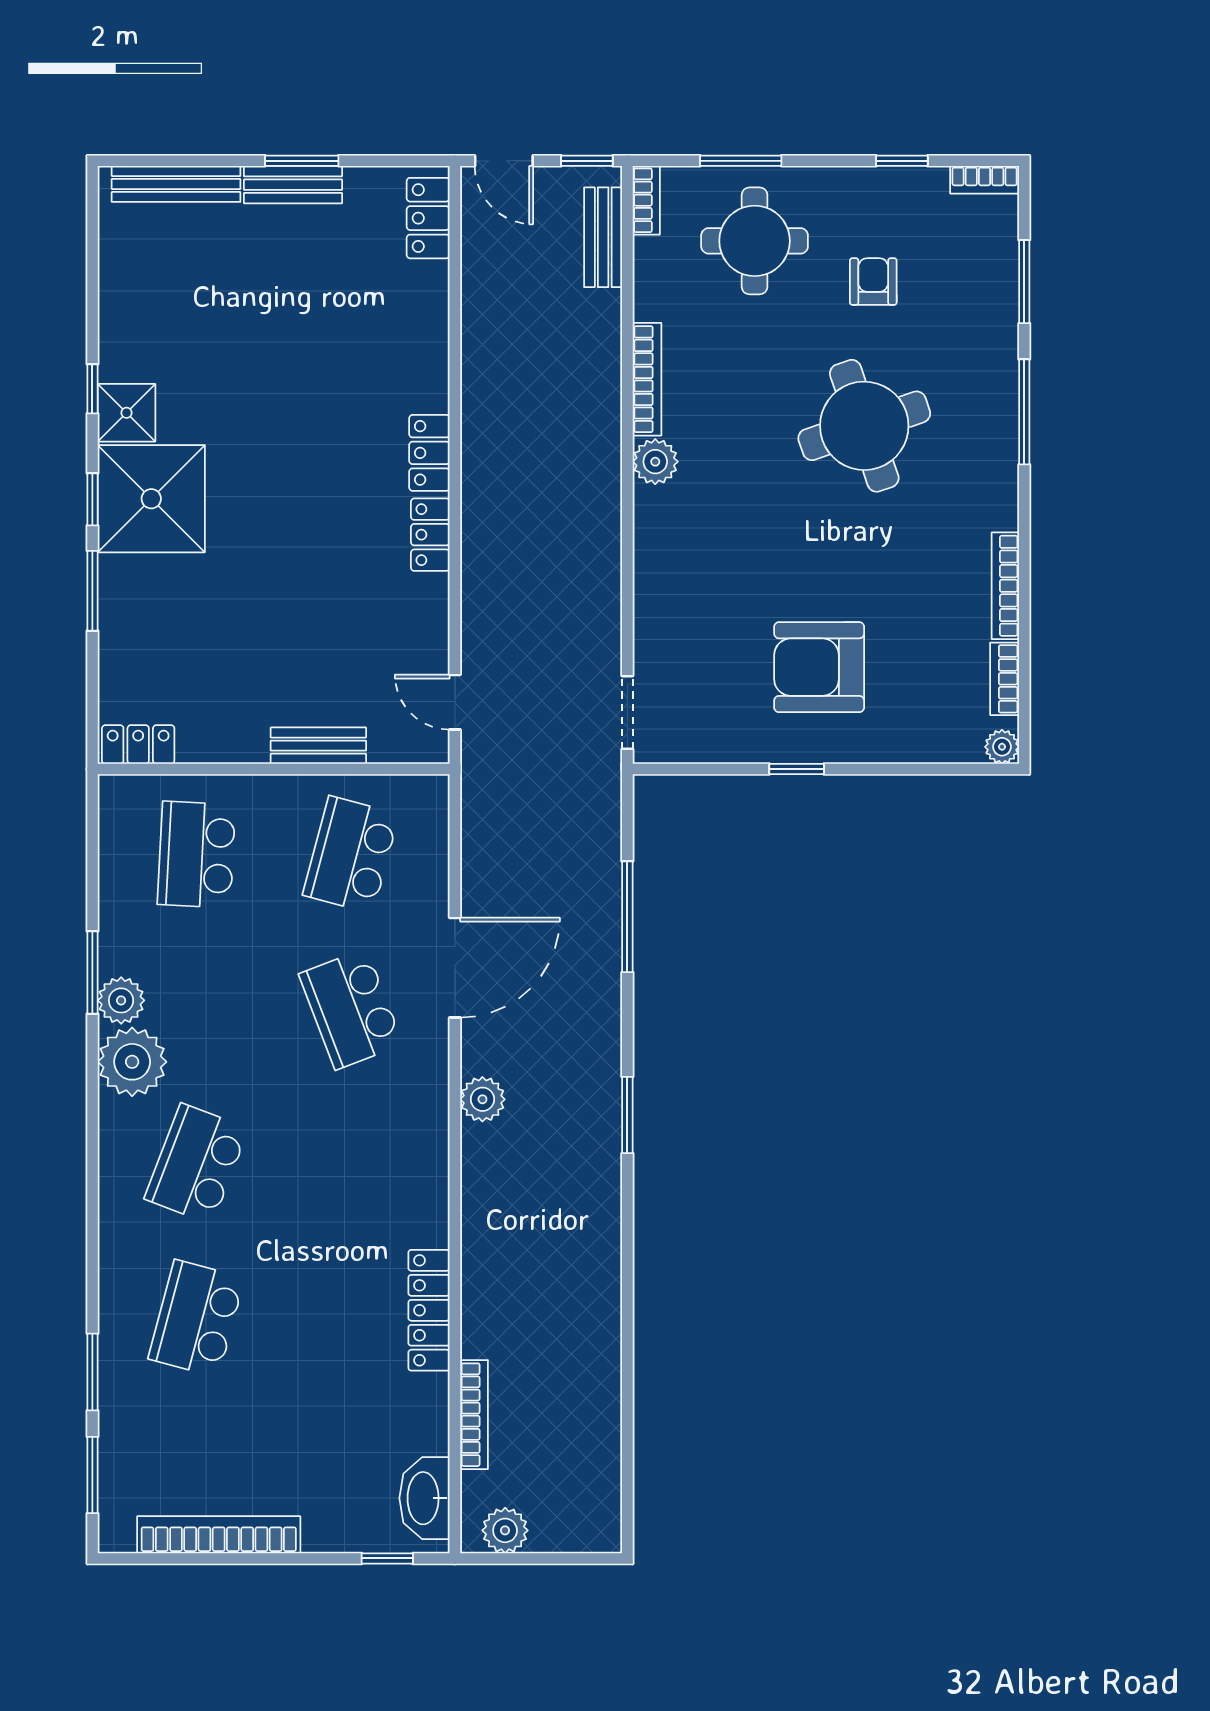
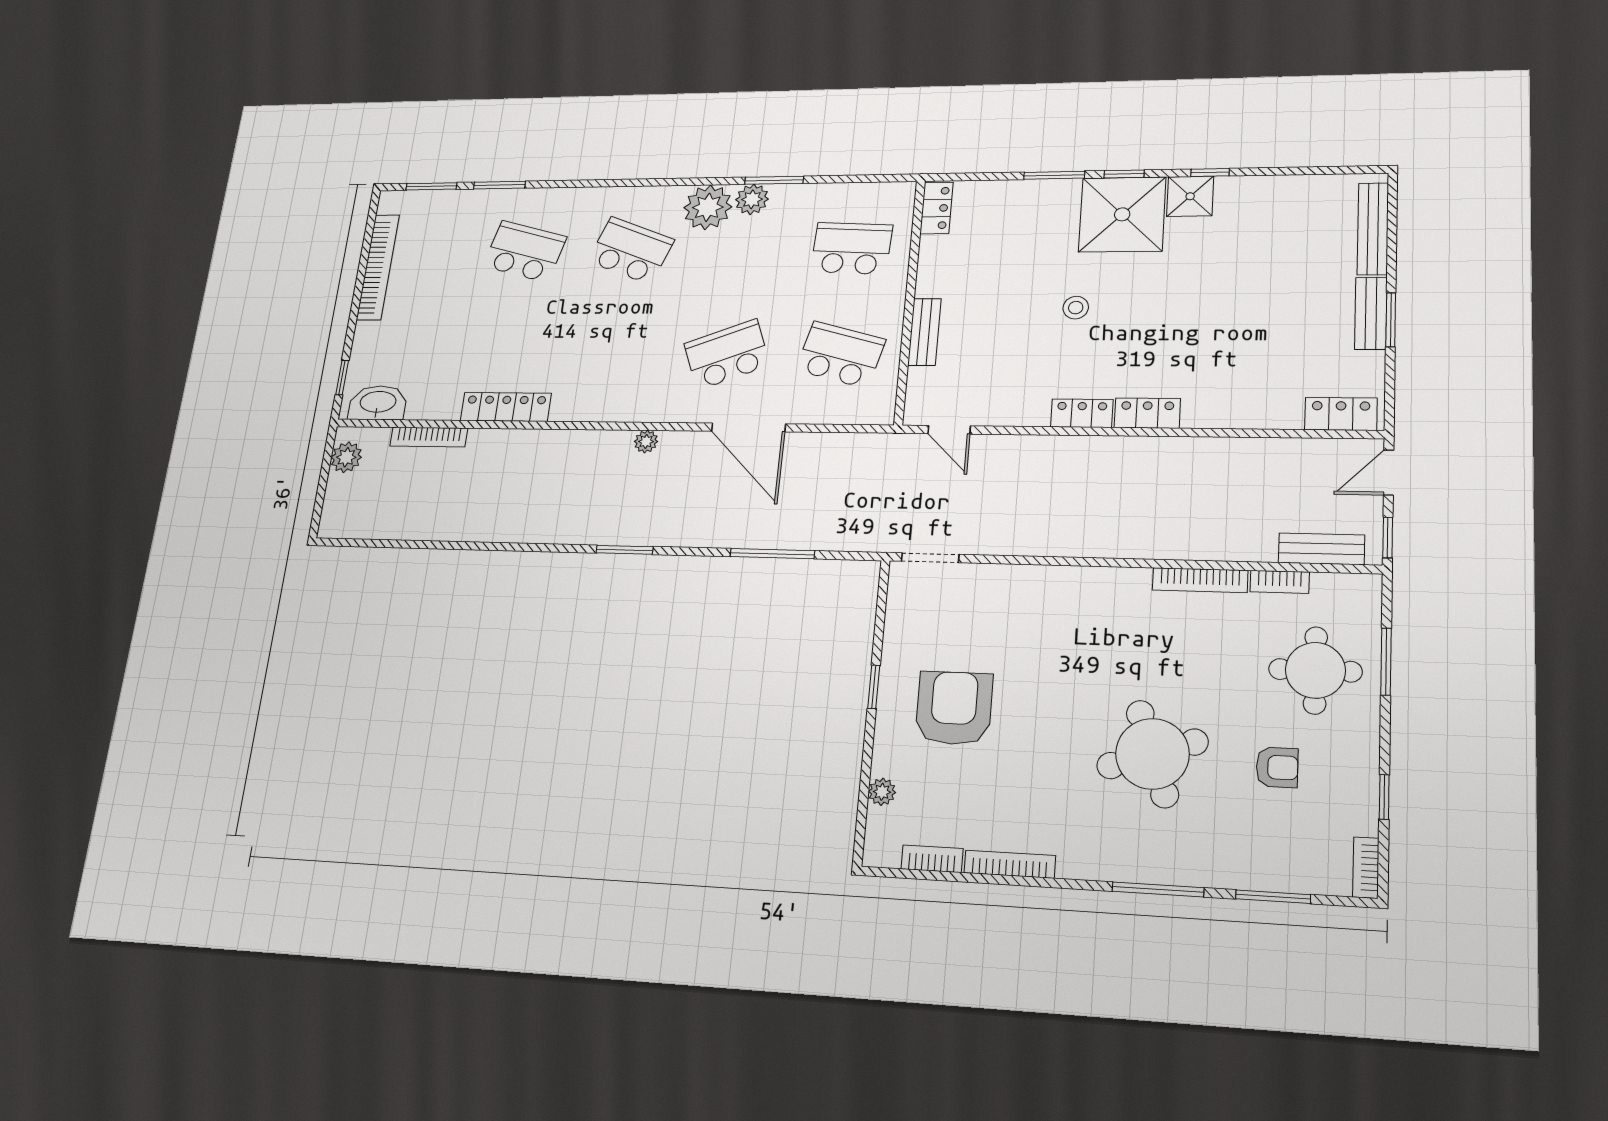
bookcase: (646, 200) -> (1280, 582), moved
plant: (655, 462) -> (1131, 585), removed
stool: (284, 551) -> (1076, 308), added
door: (455, 702) -> (949, 430), swing flipped
plant: (1002, 747) -> (882, 792), moved
plant: (482, 1099) -> (646, 442), width x0.73, depth x0.73

